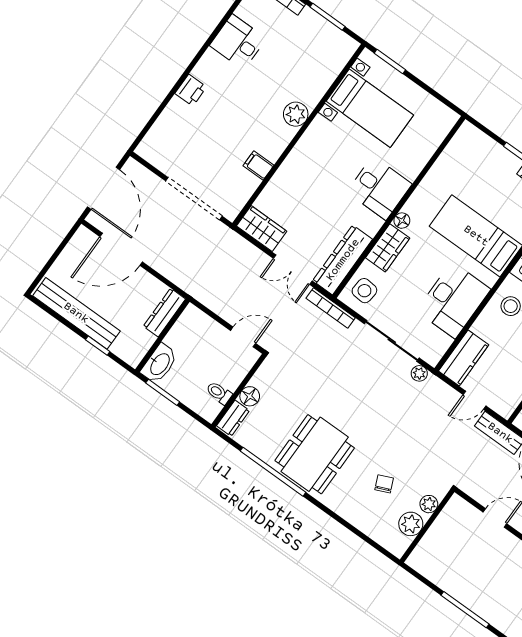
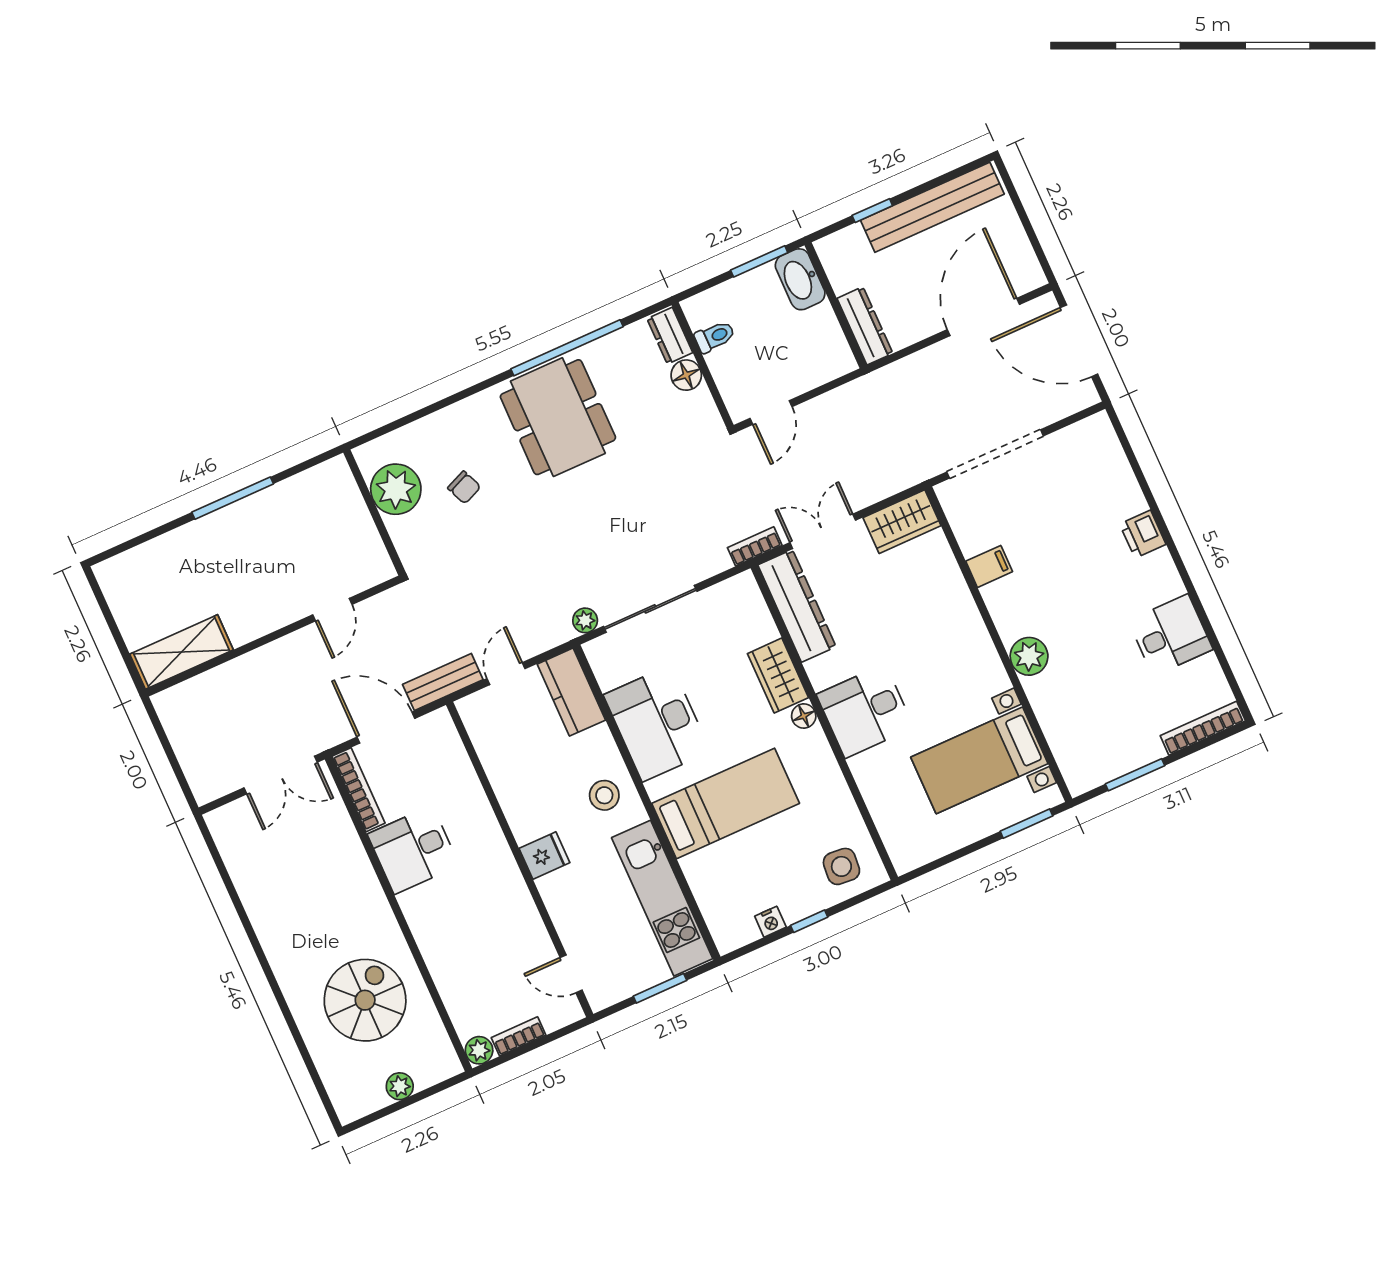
side table: (364, 291) -> (841, 866), moved
bookcase: (331, 308) -> (755, 546), width x0.64
plant: (429, 504) -> (402, 532), removed
plant: (411, 524) -> (396, 489), width x1.36, depth x1.36

